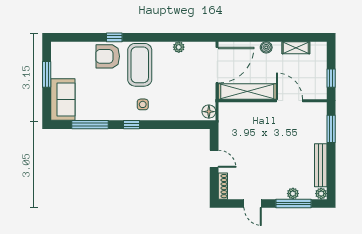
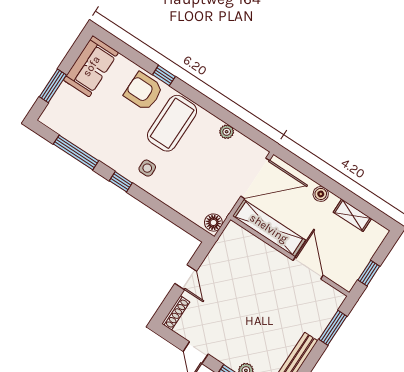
window: (47, 74) -> (53, 86), moved
sofa: (63, 100) -> (91, 66), moved

